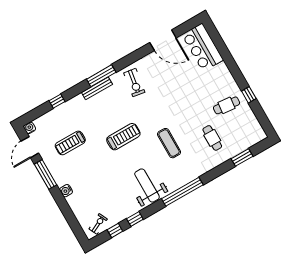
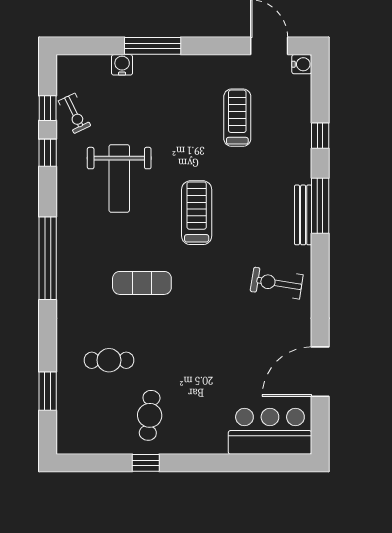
window: (101, 76) -> (320, 206), moved
treadmill: (123, 137) -> (197, 213), turned 180
window: (46, 174) -> (153, 46), moved
weight bench: (147, 185) -> (119, 178), moved, turned 90
water cooler: (66, 191) -> (122, 65), moved
exercise bike: (98, 224) -> (74, 113), moved

